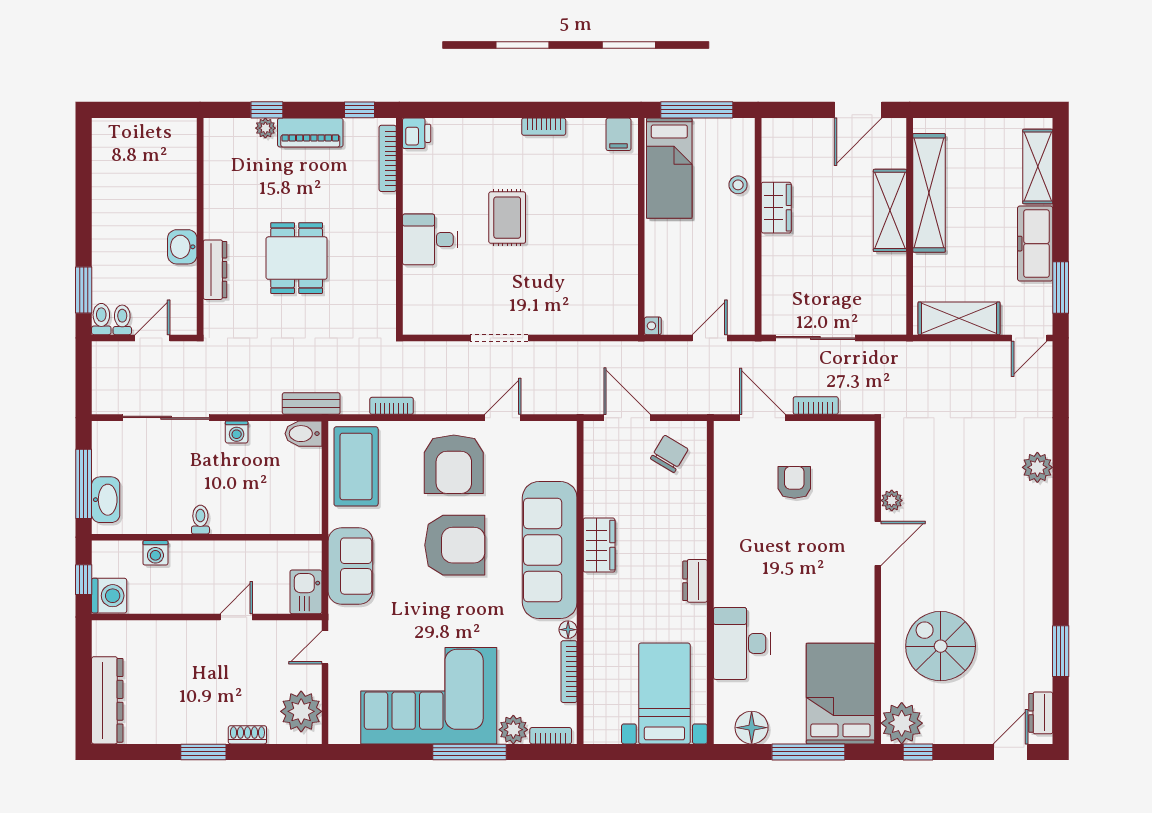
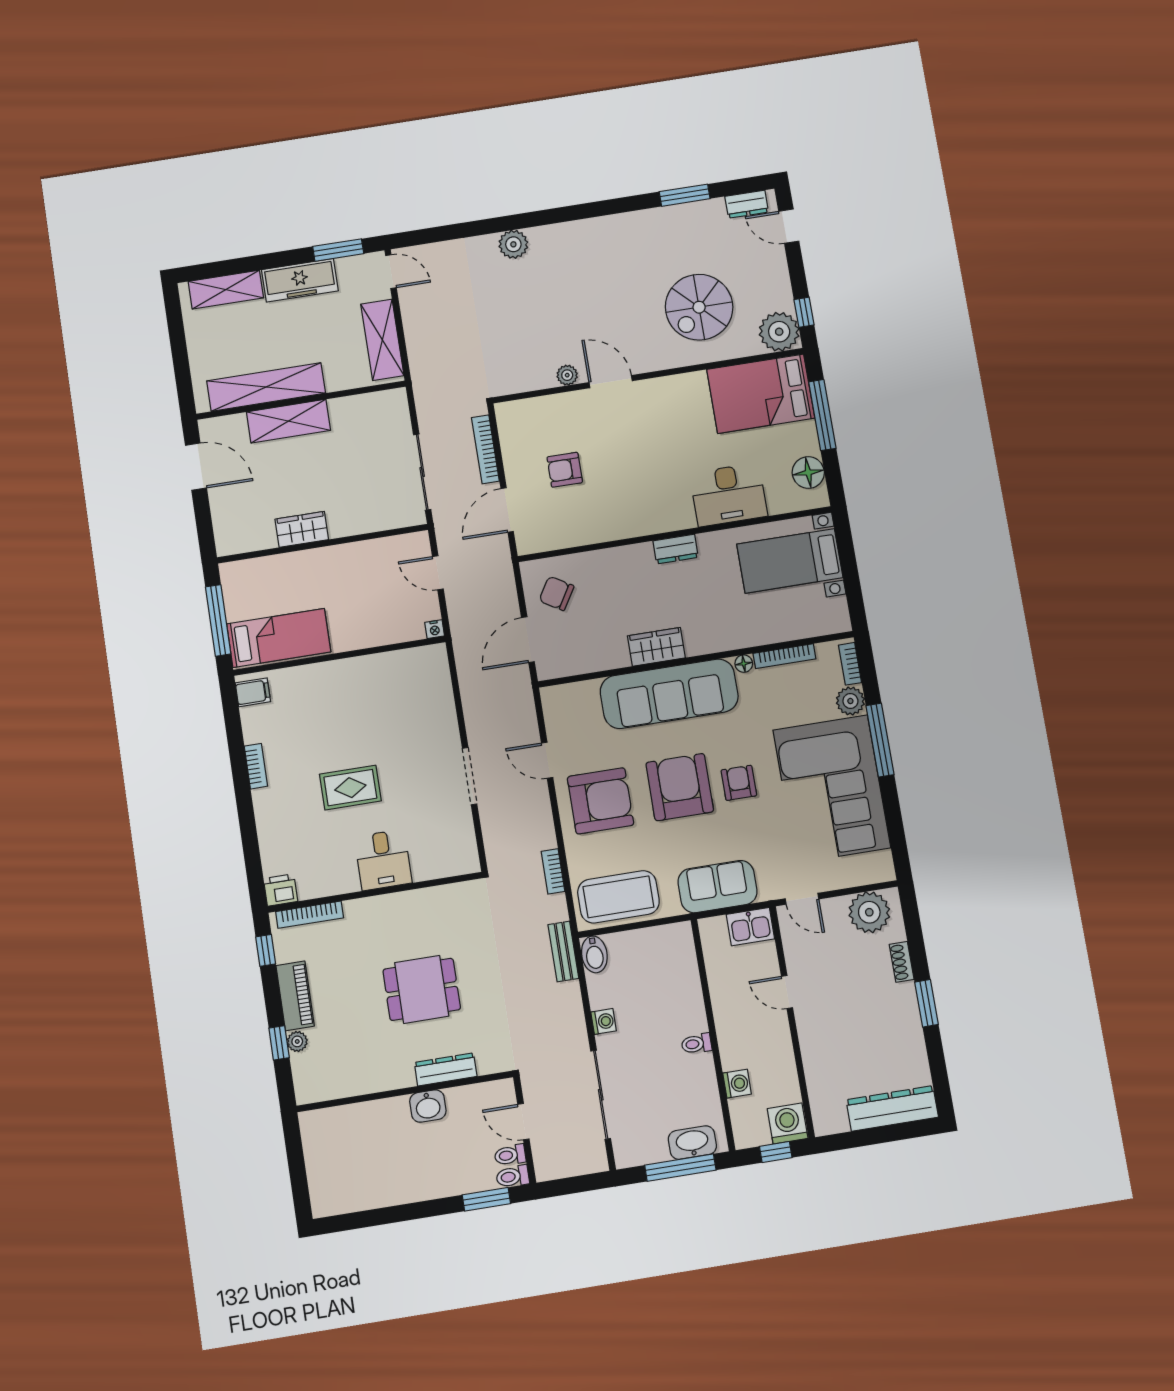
stool: (738, 185) -> (285, 569), removed
bookcase: (816, 406) -> (485, 449), width x1.56
armchair: (450, 604) -> (739, 783), added

